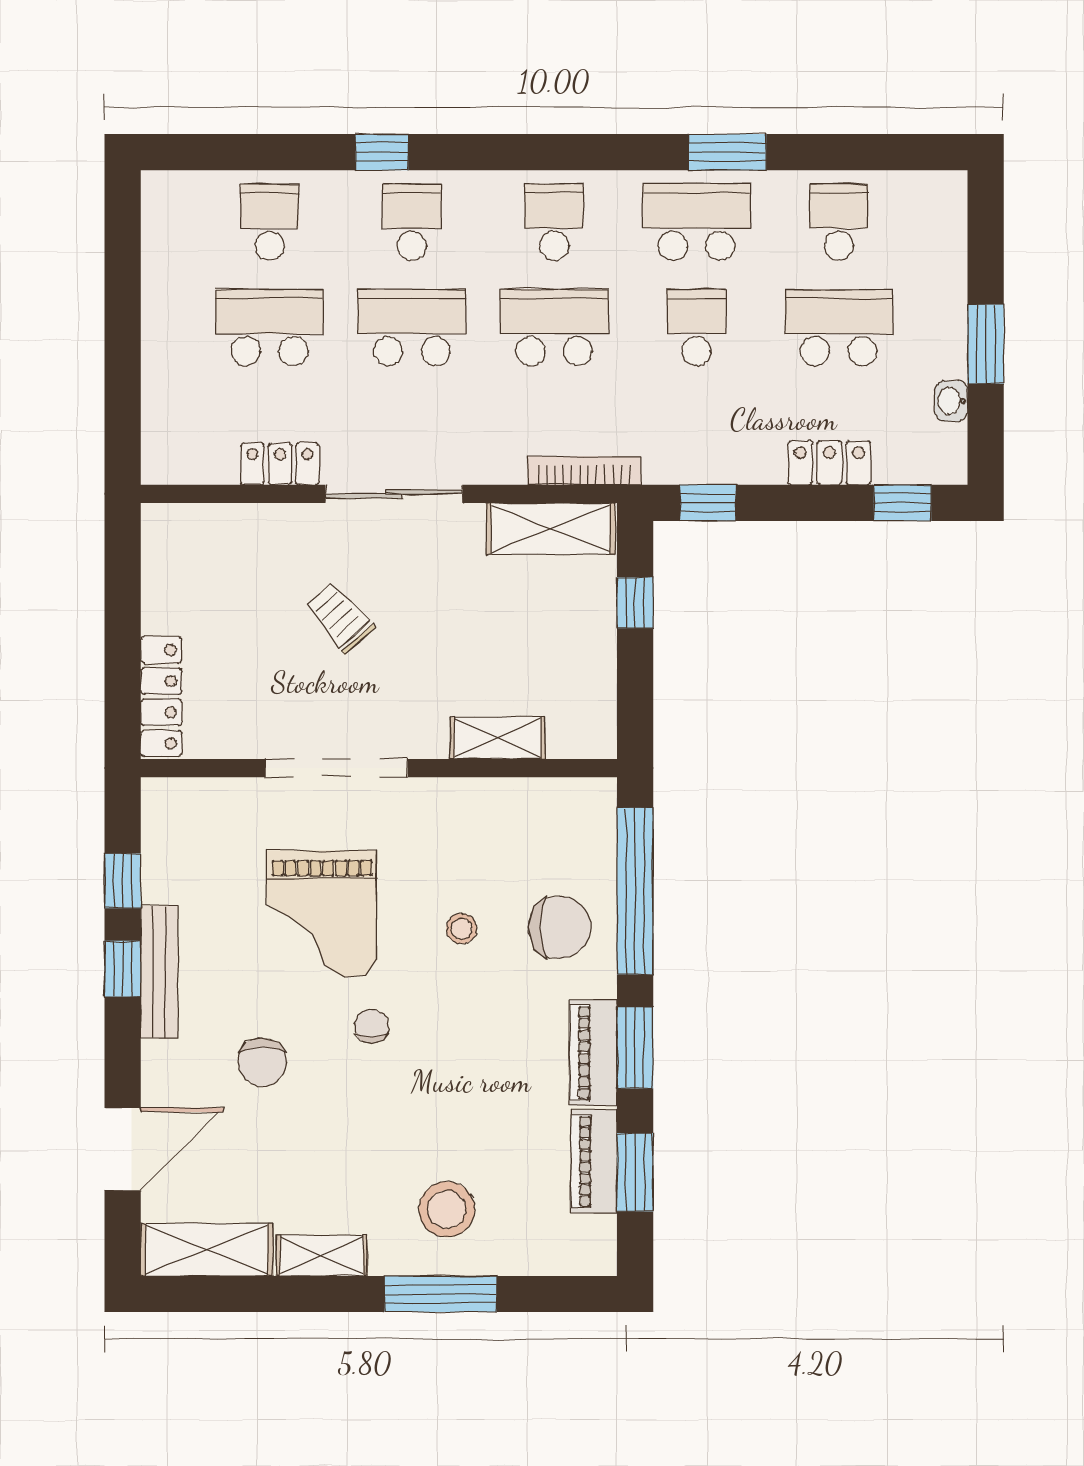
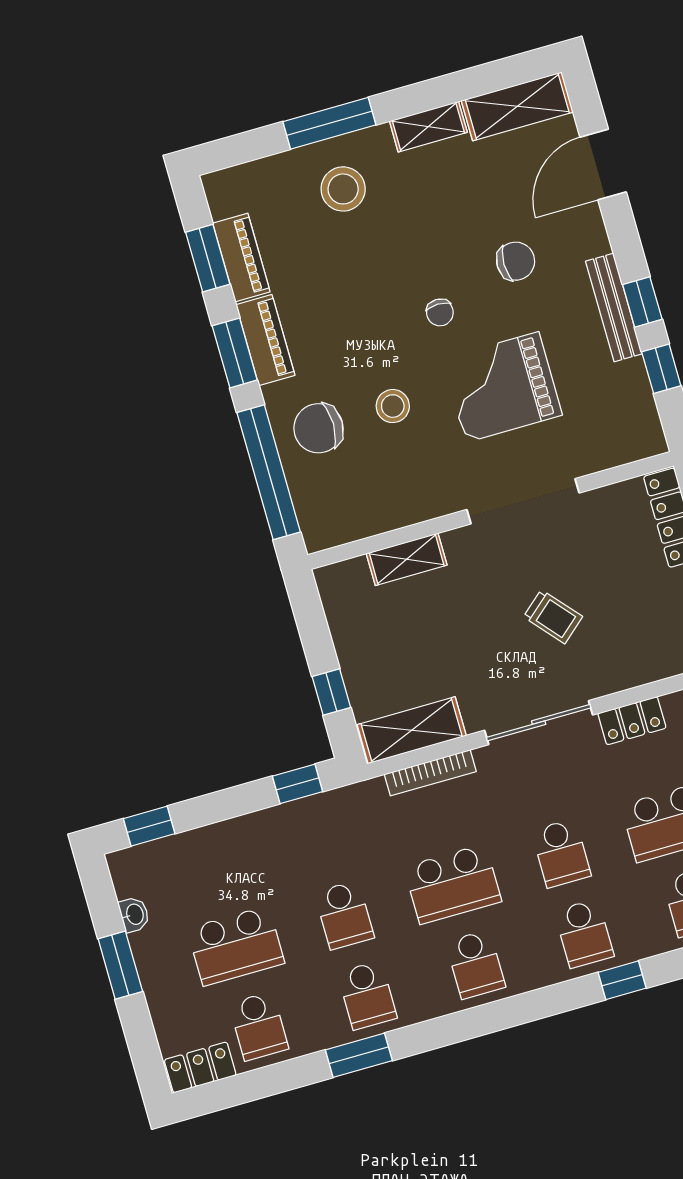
school desk: (696, 222) -> (367, 995), width x0.54
school desk: (412, 328) -> (561, 853), width x0.54
locker: (829, 463) -> (200, 1067), moved, turned 180
bookcase: (584, 470) -> (430, 773), moved
grand piano: (322, 914) -> (502, 387), turned -90
stool: (462, 929) -> (393, 406), width x1.37, depth x1.37
chair: (262, 1062) -> (516, 261), turned 90

